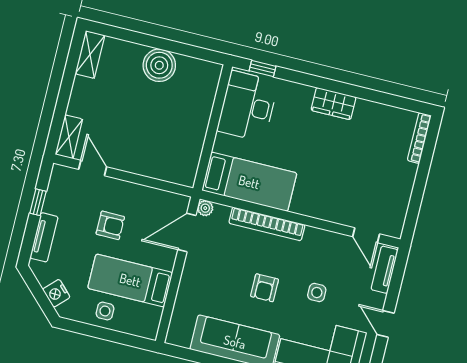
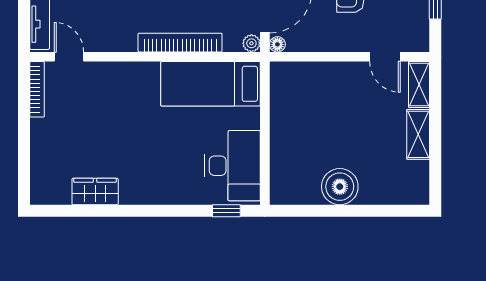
shelving: (90, 54) -> (418, 134), moved
wardrobe: (333, 104) -> (95, 191), moved
bookcase: (419, 138) -> (37, 89), moved
floor lamp: (183, 202) -> (277, 44), added

